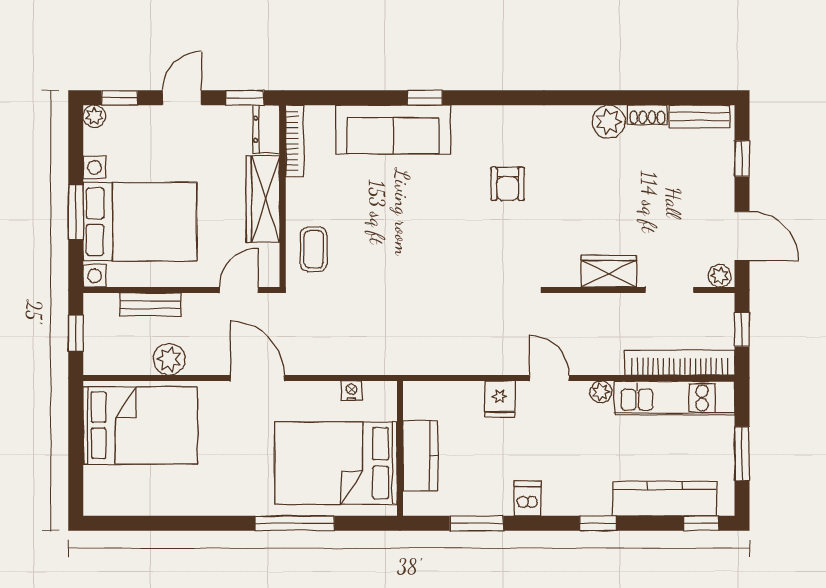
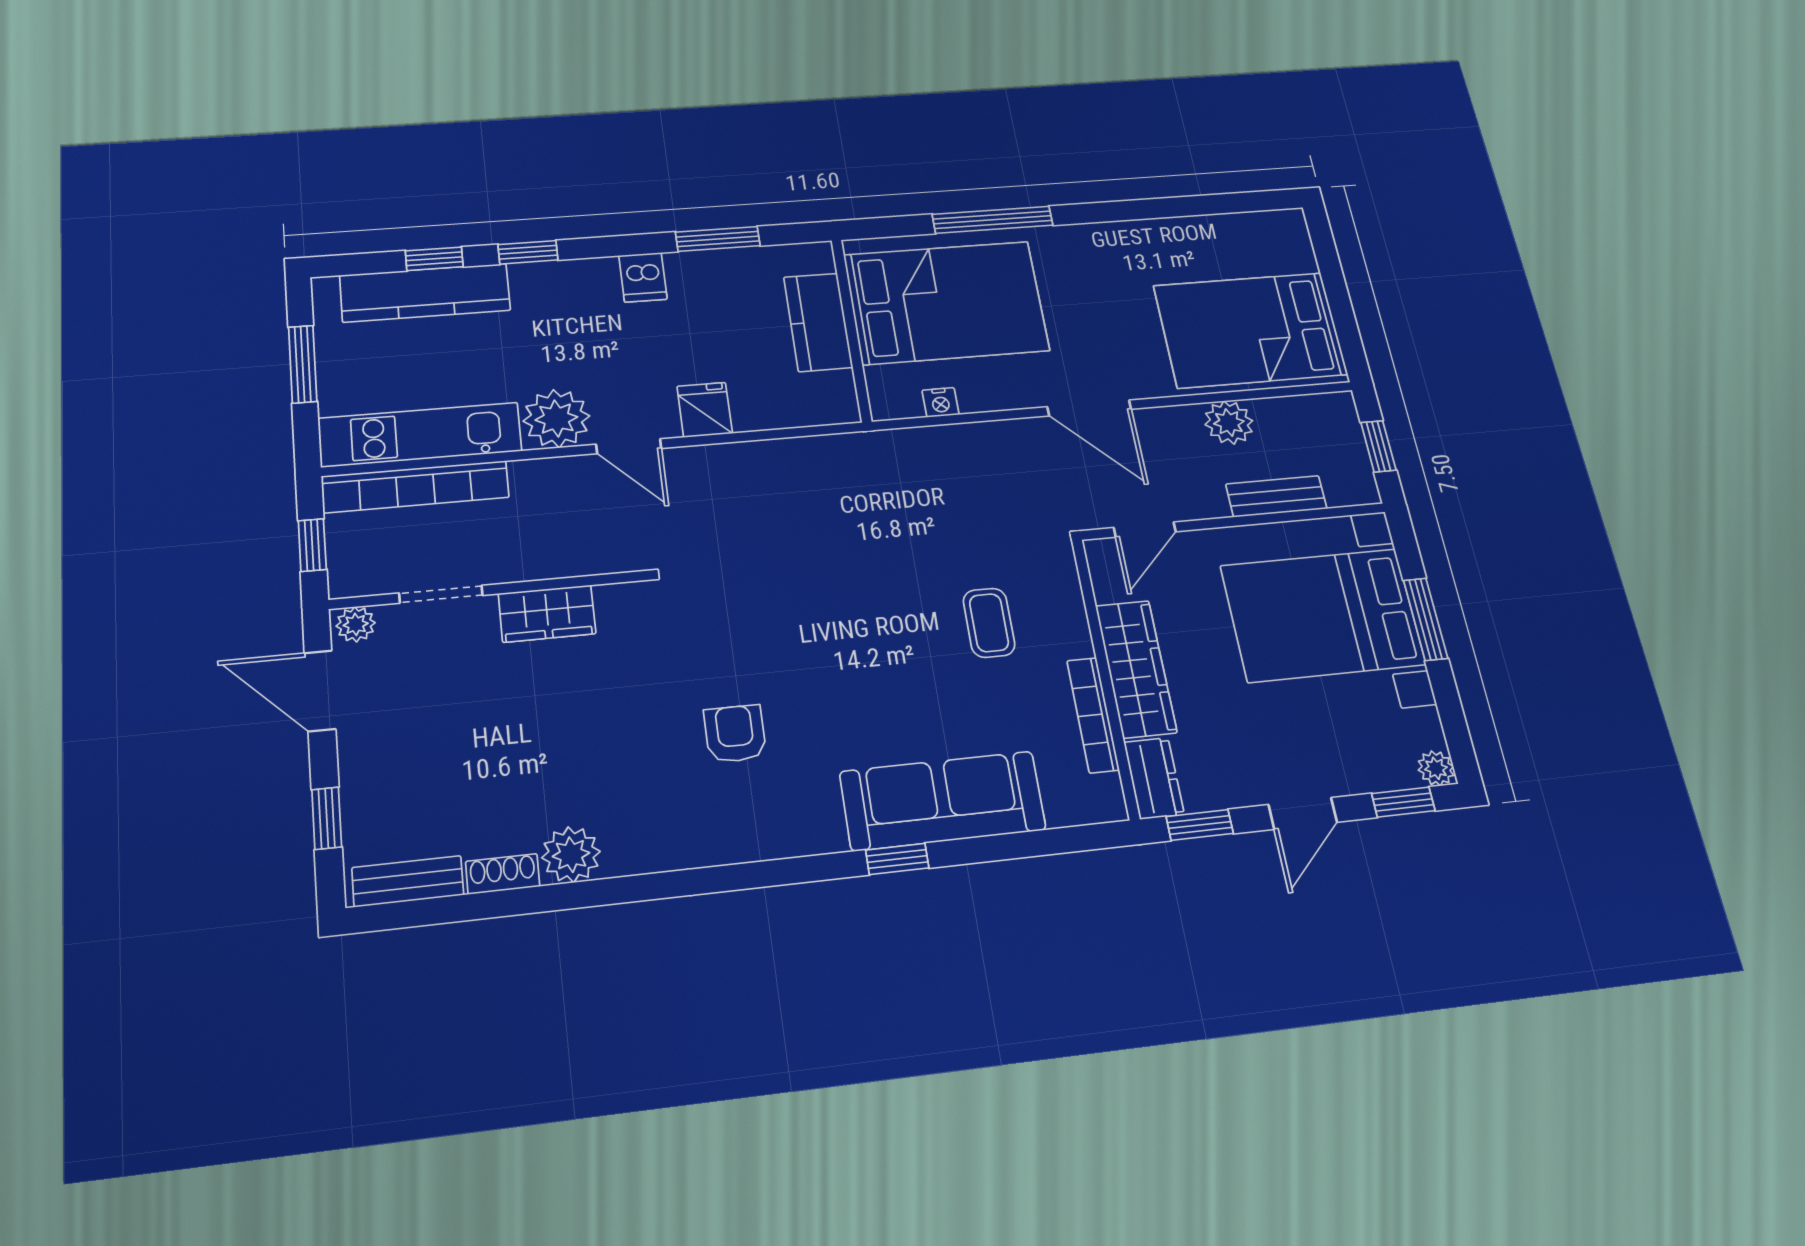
bookcase: (295, 141) -> (1093, 715), moved
coffee table: (314, 249) -> (989, 623), moved
plant: (601, 392) -> (556, 418), width x1.88, depth x1.88
window: (701, 523) -> (434, 259), moved

